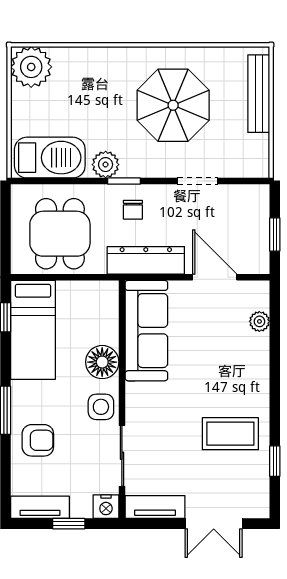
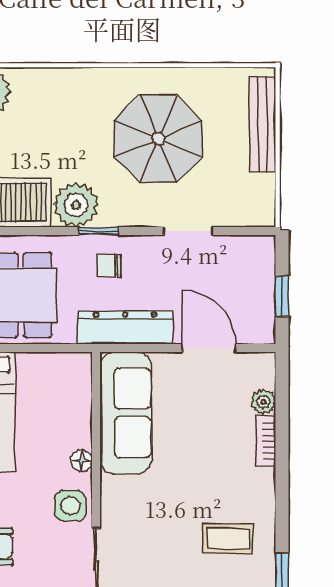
plant: (106, 165) -> (76, 205), width x1.36, depth x1.36
chair: (133, 210) -> (109, 266), turned 90
bookcase: (261, 354) -> (266, 441), added
floor lamp: (102, 362) -> (82, 461), width x0.53, depth x0.53
coffee table: (230, 434) -> (228, 538), width x0.73, depth x0.77

